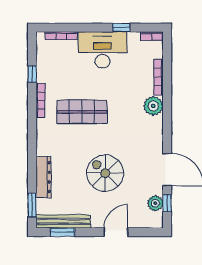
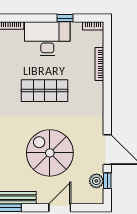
plant: (153, 106) -> (94, 91), removed
shop shelf: (82, 112) -> (45, 91), moved
spiral stairs: (105, 173) -> (50, 153), width x1.37, depth x1.37

